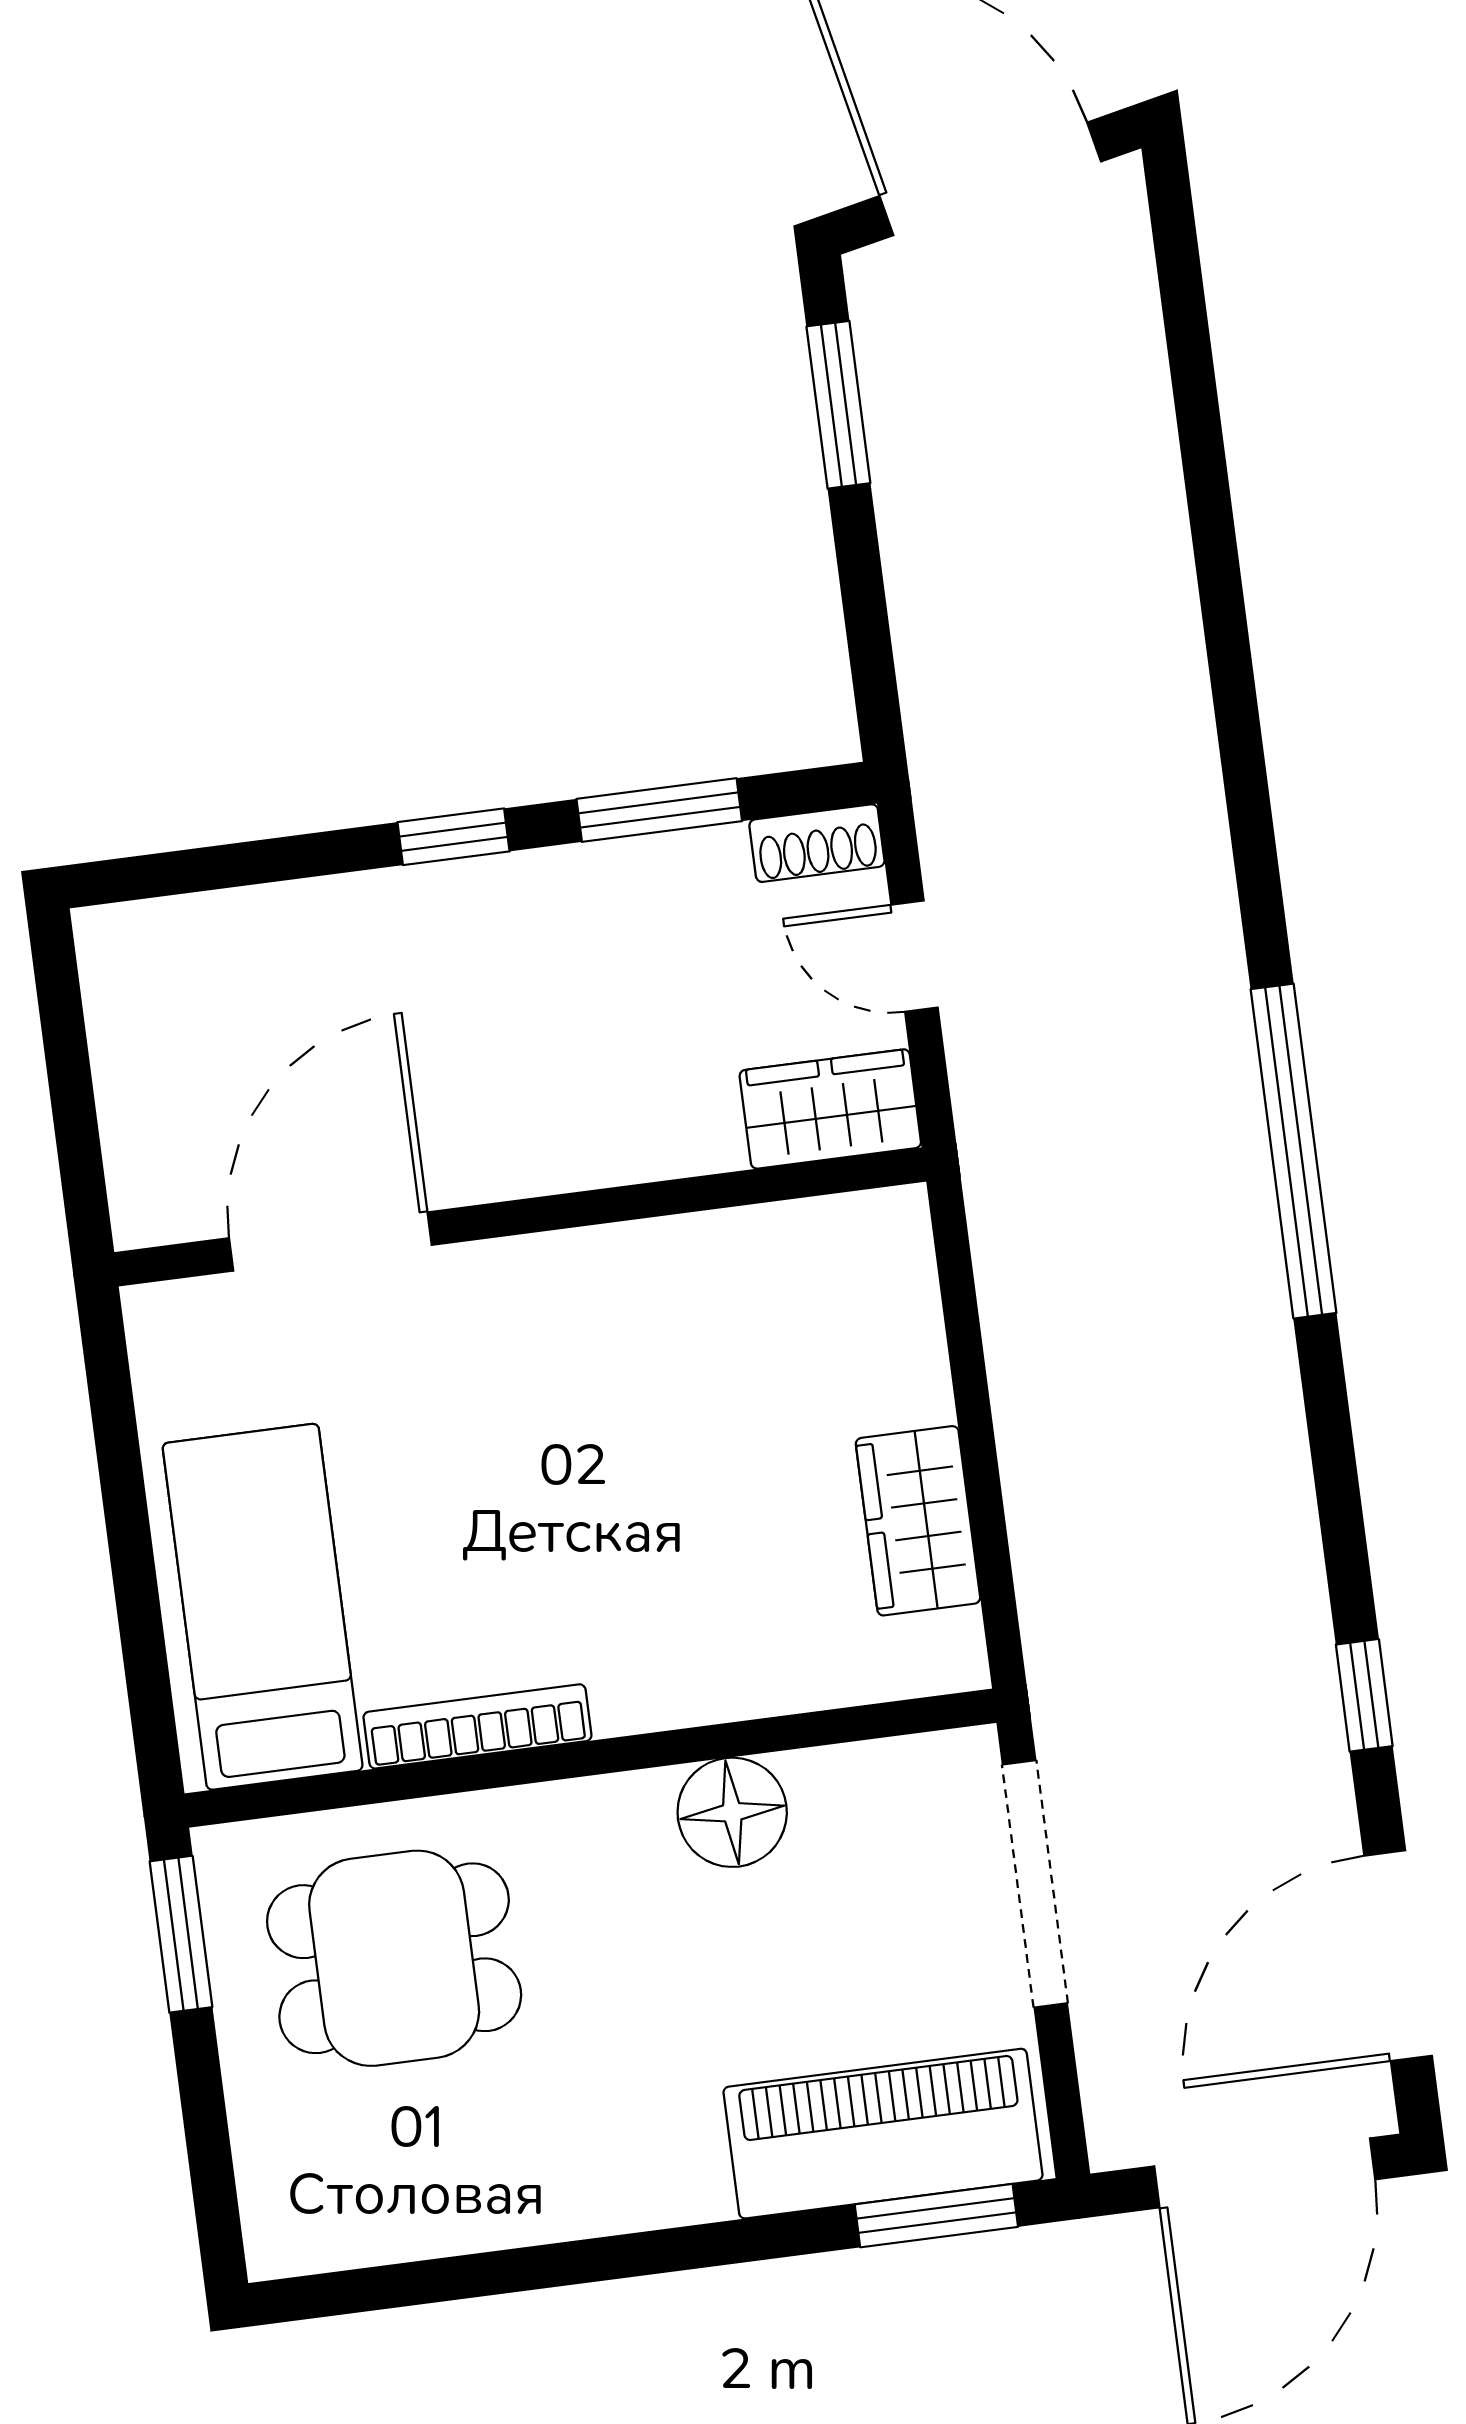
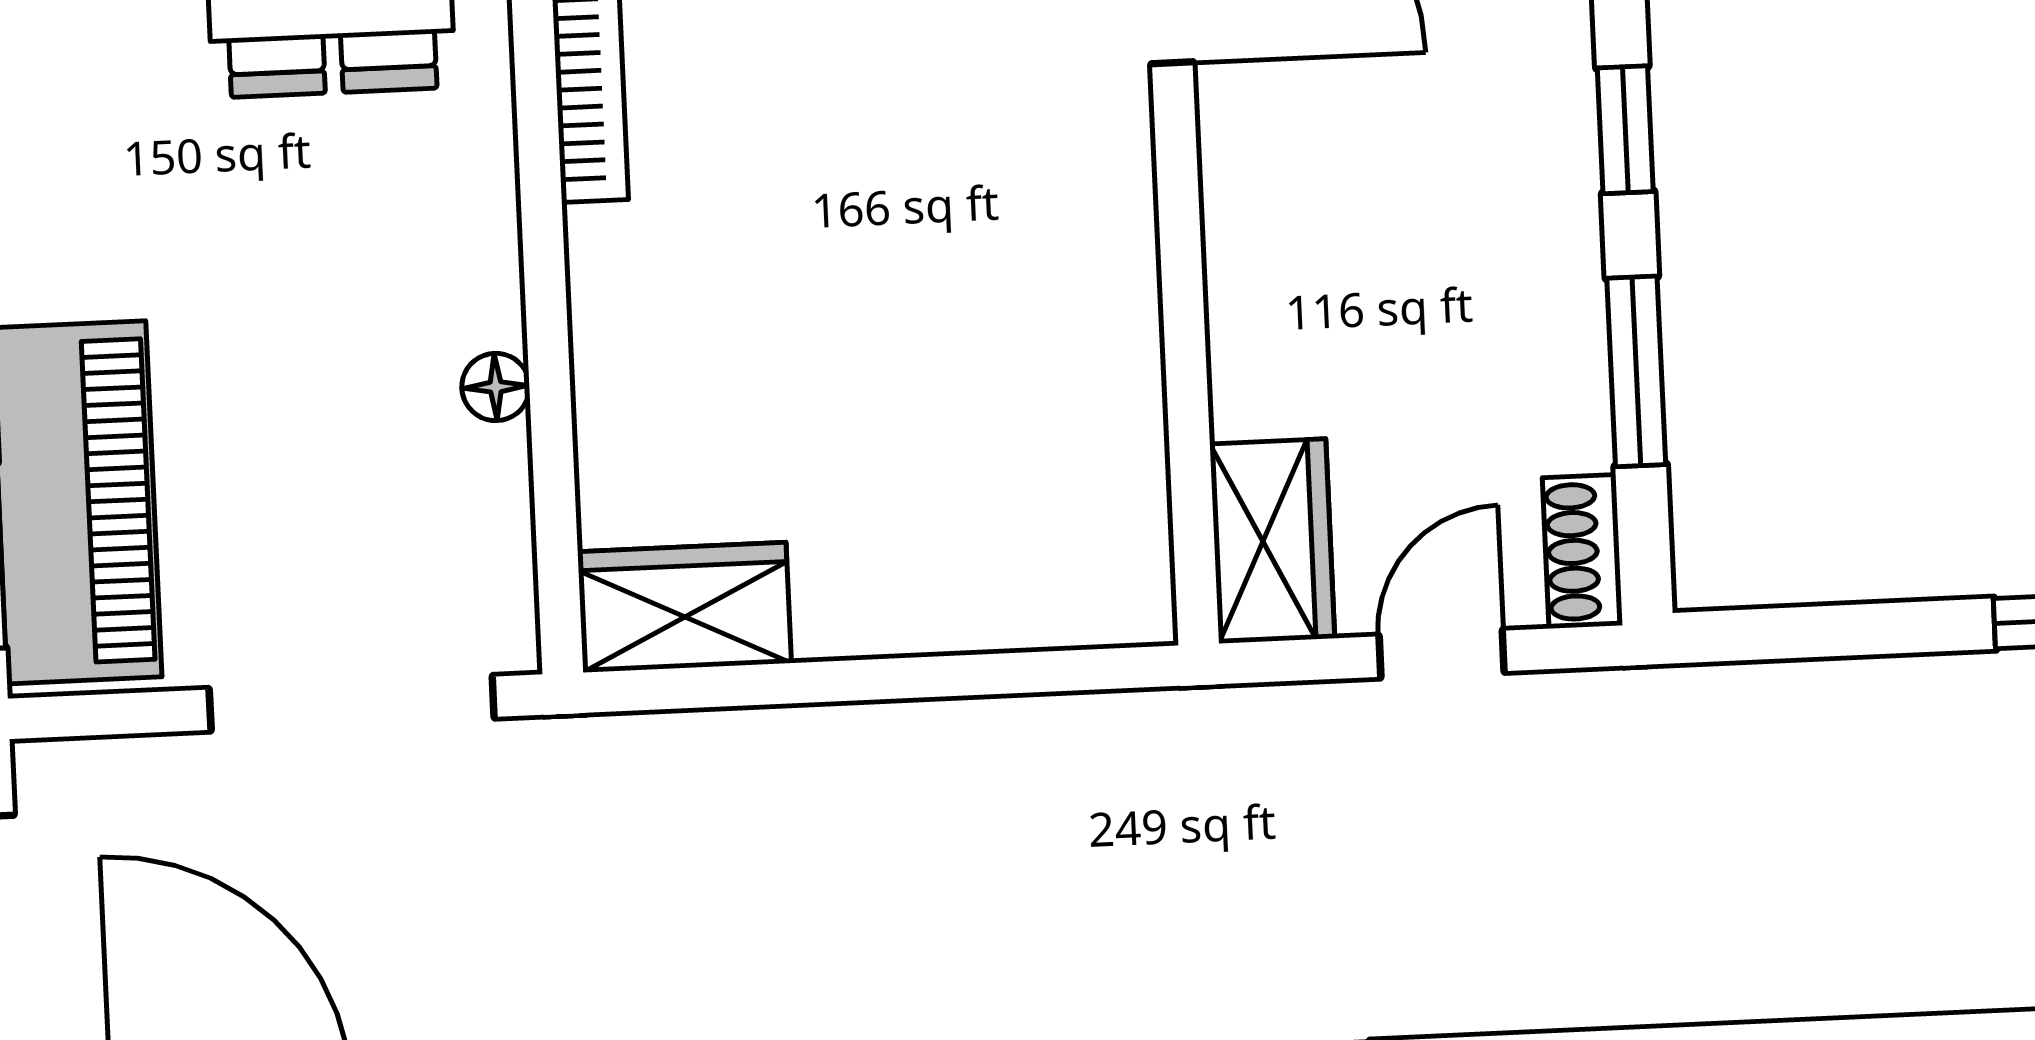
wardrobe: (918, 1521) -> (684, 607), moved
floor lamp: (732, 1812) -> (496, 387), width x0.53, depth x0.53

